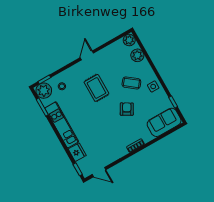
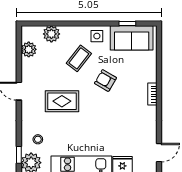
plant: (129, 40) -> (29, 49), moved
sofa: (164, 122) -> (132, 38), moved, turned -90

